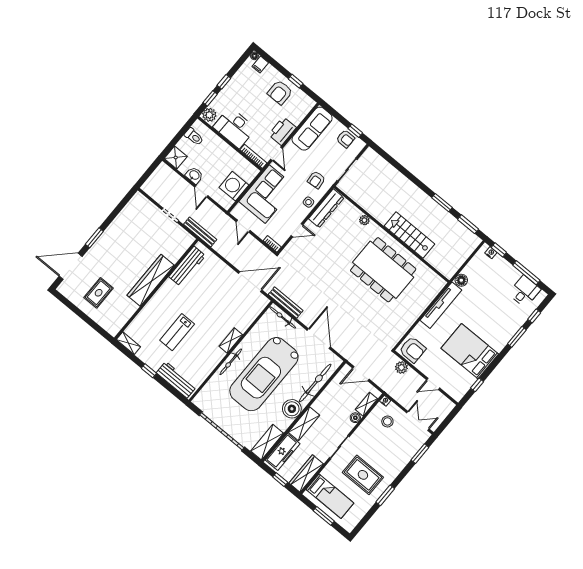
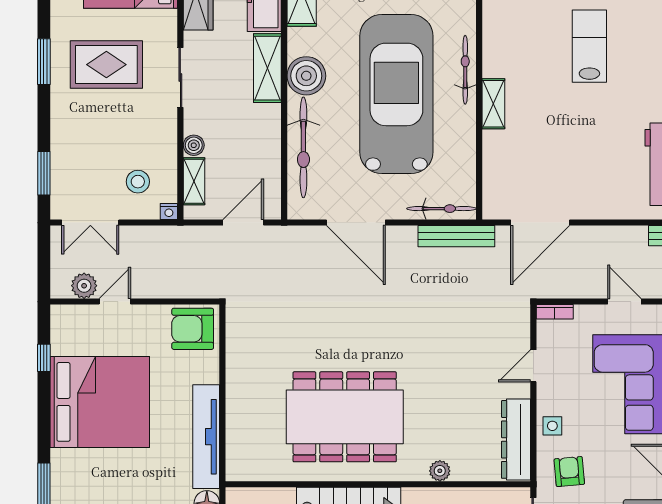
bed: (470, 351) -> (100, 402), width x1.36
plant: (401, 368) -> (84, 286), moved

